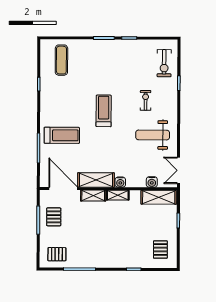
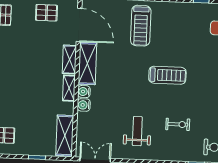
weight bench: (153, 135) -> (137, 131), width x0.73, depth x0.75
water cooler: (152, 182) -> (84, 105), moved
door: (63, 188) -> (79, 25), hinge flipped

